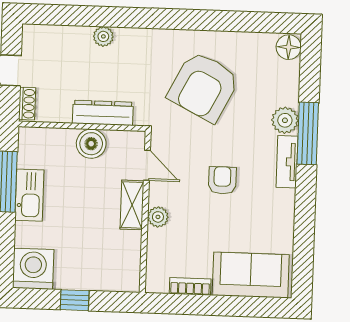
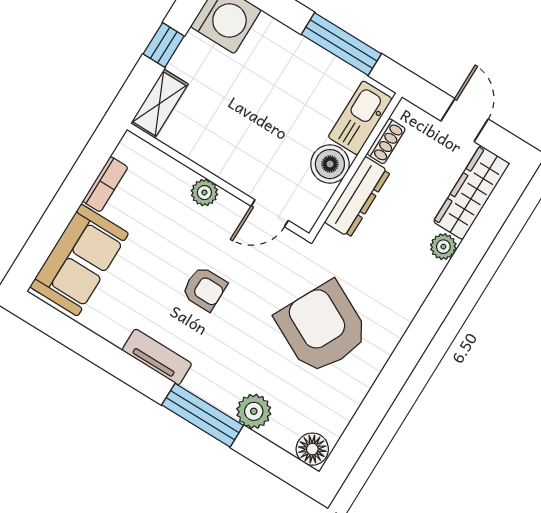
wardrobe: (56, 38) -> (472, 193), added
shoe rack: (27, 104) -> (386, 141), moved, turned -90
plant: (285, 120) -> (254, 411), moved
tv unit: (287, 162) -> (157, 357), moved
kitchen sink: (29, 195) -> (360, 118), moved, turned 90
shelving: (132, 205) -> (159, 104), moved, turned 90

